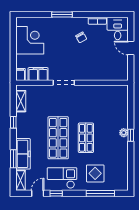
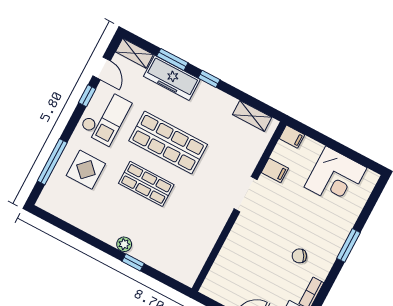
filing cabinet: (38, 74) -> (275, 170), width x0.50
window: (13, 122) -> (209, 79), moved
window: (131, 135) -> (133, 262), moved

